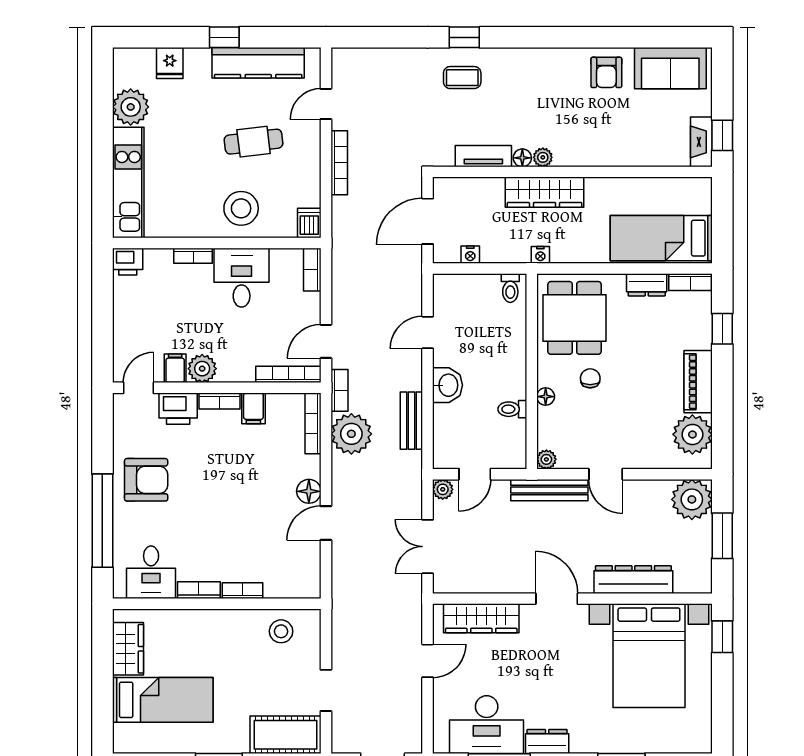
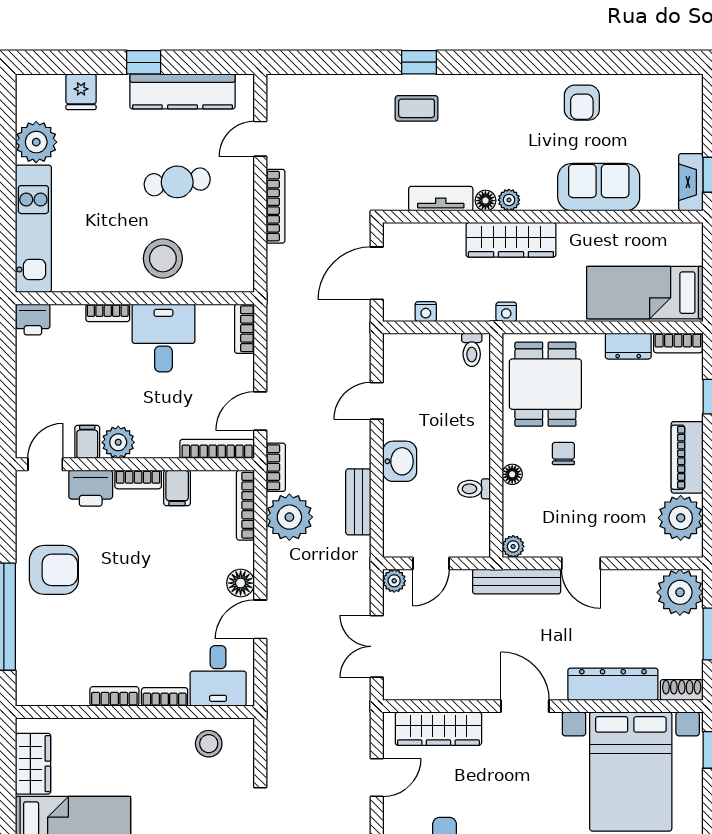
sofa: (670, 68) -> (599, 187), moved, turned 180
dishwasher: (309, 223) -> (241, 275), removed
desk: (151, 572) -> (218, 676), moved
shoe rack: (693, 584) -> (682, 690), added

